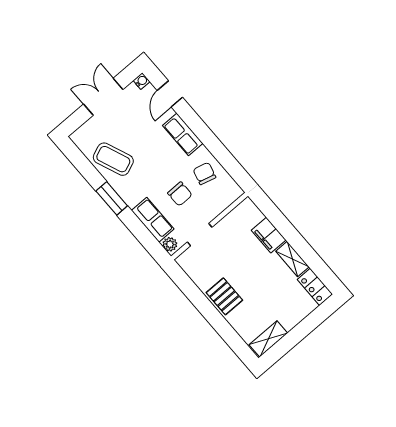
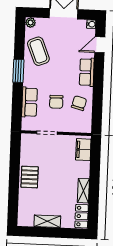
filing cabinet: (269, 235) -> (83, 150), moved
plant: (170, 244) -> (31, 23), moved
shelving: (268, 339) -> (47, 221), moved

